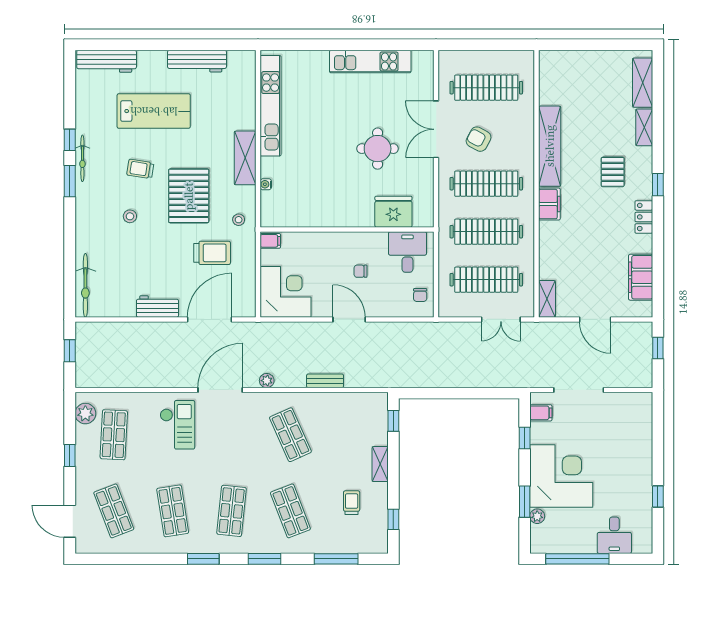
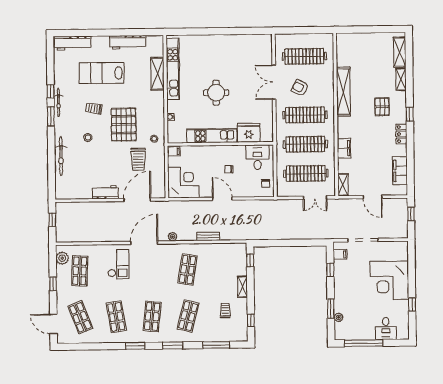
kitchen unit: (370, 62) -> (212, 136), moved, turned 180
lab bench: (154, 111) -> (102, 73), turned 180
round table: (378, 149) -> (216, 93), moved
shelving: (245, 158) -> (157, 74), moved
filing cabinet: (549, 204) -> (344, 148), moved
trolley: (212, 253) -> (138, 159), turned 90
bicycle: (85, 285) -> (61, 156), moved
shop shelf: (290, 435) -> (187, 270), turned 33
corner desk: (561, 476) -> (389, 280), moved, turned 180
shop shelf: (290, 511) -> (188, 316), turned 36

